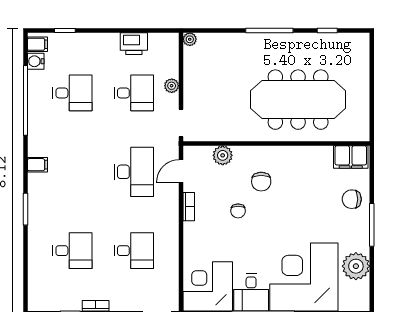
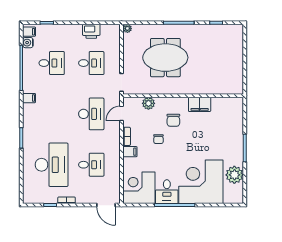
plant: (172, 86) -> (116, 58), removed
meeting table: (298, 100) -> (165, 58), moved, width x0.73
filing cabinet: (351, 157) -> (200, 104), moved
filing cabinet: (37, 165) -> (29, 98), moved
chair: (352, 199) -> (232, 132), removed
filing cabinet: (194, 230) -> (130, 152), added
desk: (72, 251) -> (52, 165), width x1.87, depth x1.30

